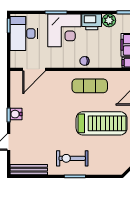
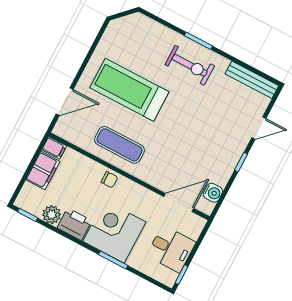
desk: (24, 33) -> (171, 249), width x0.73
water cooler: (16, 114) -> (213, 193), moved

